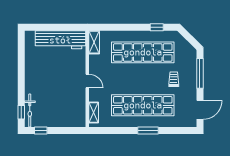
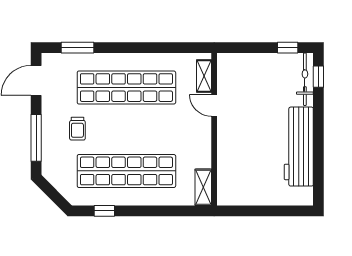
workbench: (60, 40) -> (299, 147), moved, turned -90
door: (87, 81) -> (214, 105), moved
window: (148, 130) -> (78, 48), moved

